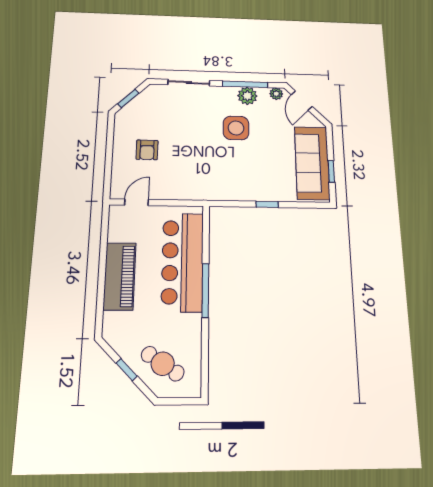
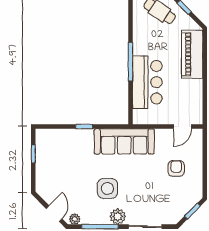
plant: (247, 96) -> (118, 217), moved
sofa: (312, 163) -> (124, 141), moved, turned 90
bar counter: (183, 262) -> (147, 82), width x0.73
piano: (120, 276) -> (192, 54), moved

